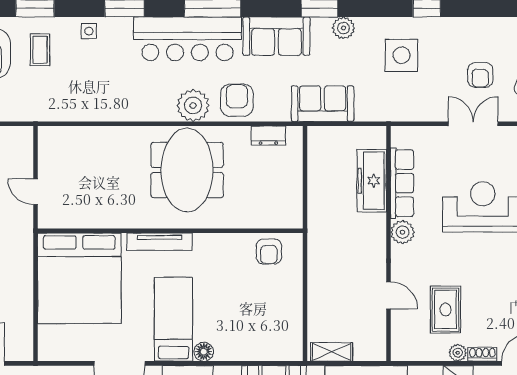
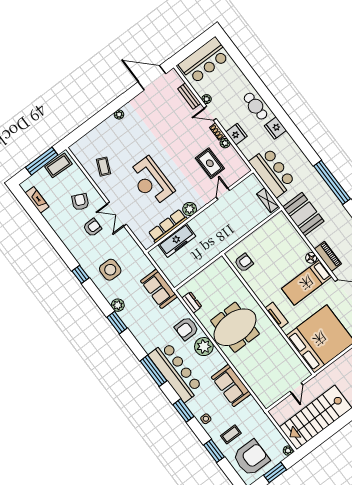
sofa: (276, 36) -> (231, 385), moved, turned 180
tv unit: (160, 242) -> (277, 315), width x0.71
rug: (446, 310) -> (210, 163), turned 90

